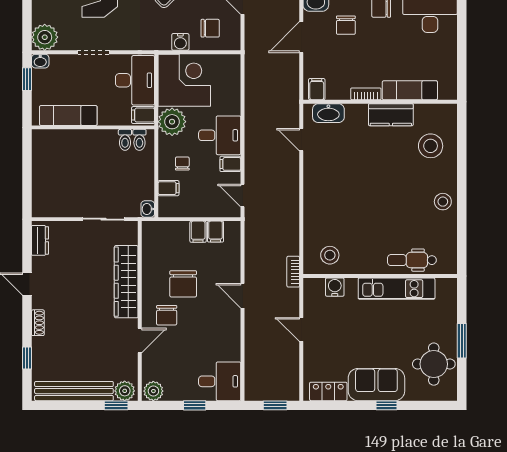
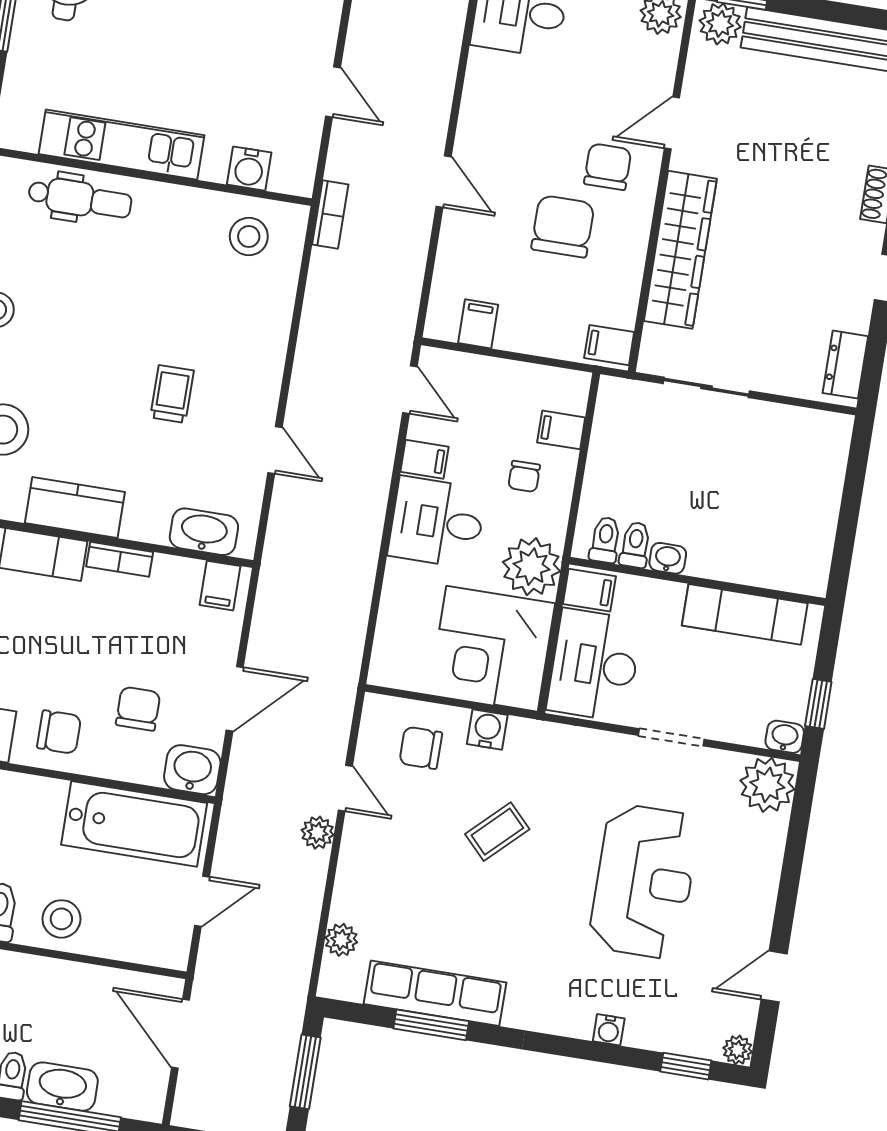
door: (301, 140) -> (275, 450), moved
trolley: (354, 175) -> (172, 394), added
washbasin: (148, 209) -> (668, 558), moved, turned -90
filing cabinet: (198, 232) -> (609, 345), moved, turned -90

